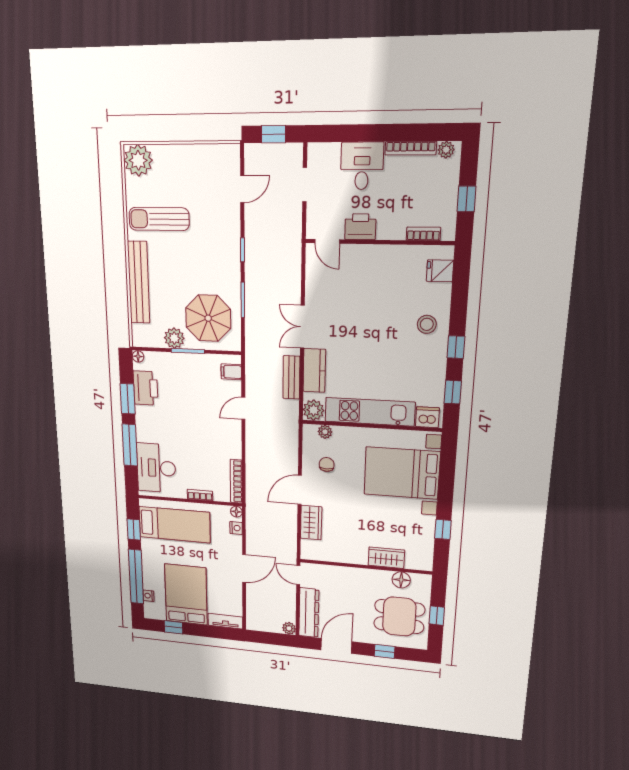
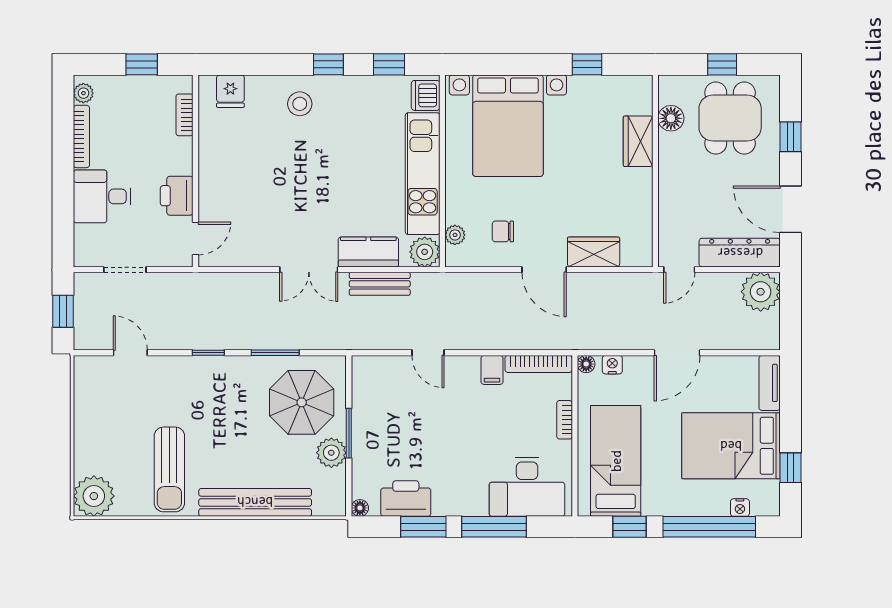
filing cabinet: (231, 372) -> (492, 370), moved
door: (244, 568) -> (677, 353), swing flipped
plant: (289, 628) -> (761, 292), width x1.87, depth x1.87

